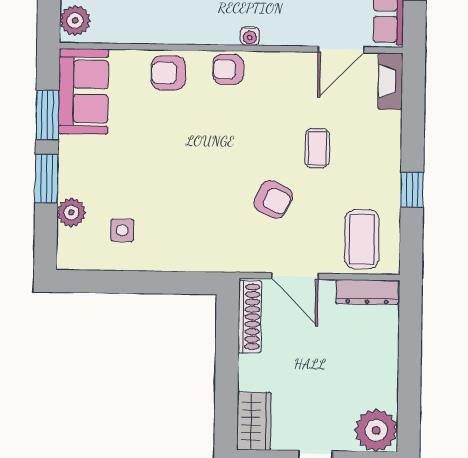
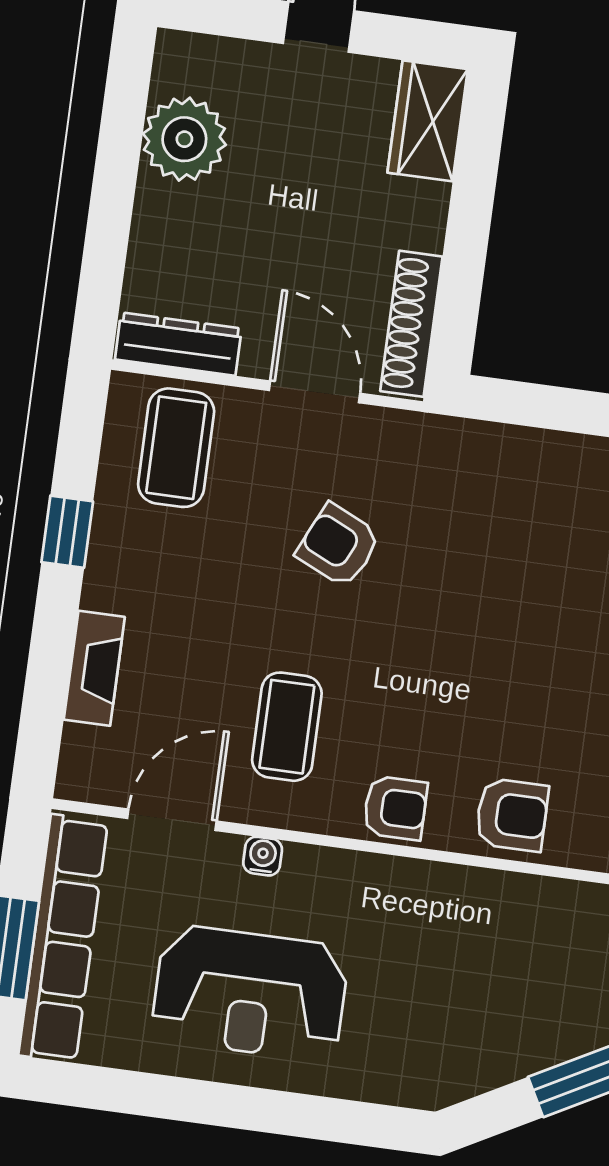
water cooler: (250, 36) -> (263, 856), moved
fireplace: (390, 81) -> (94, 668), moved
coffee table: (317, 148) -> (287, 727), moved, width x1.36, depth x1.30
plant: (376, 430) -> (184, 139), moved

